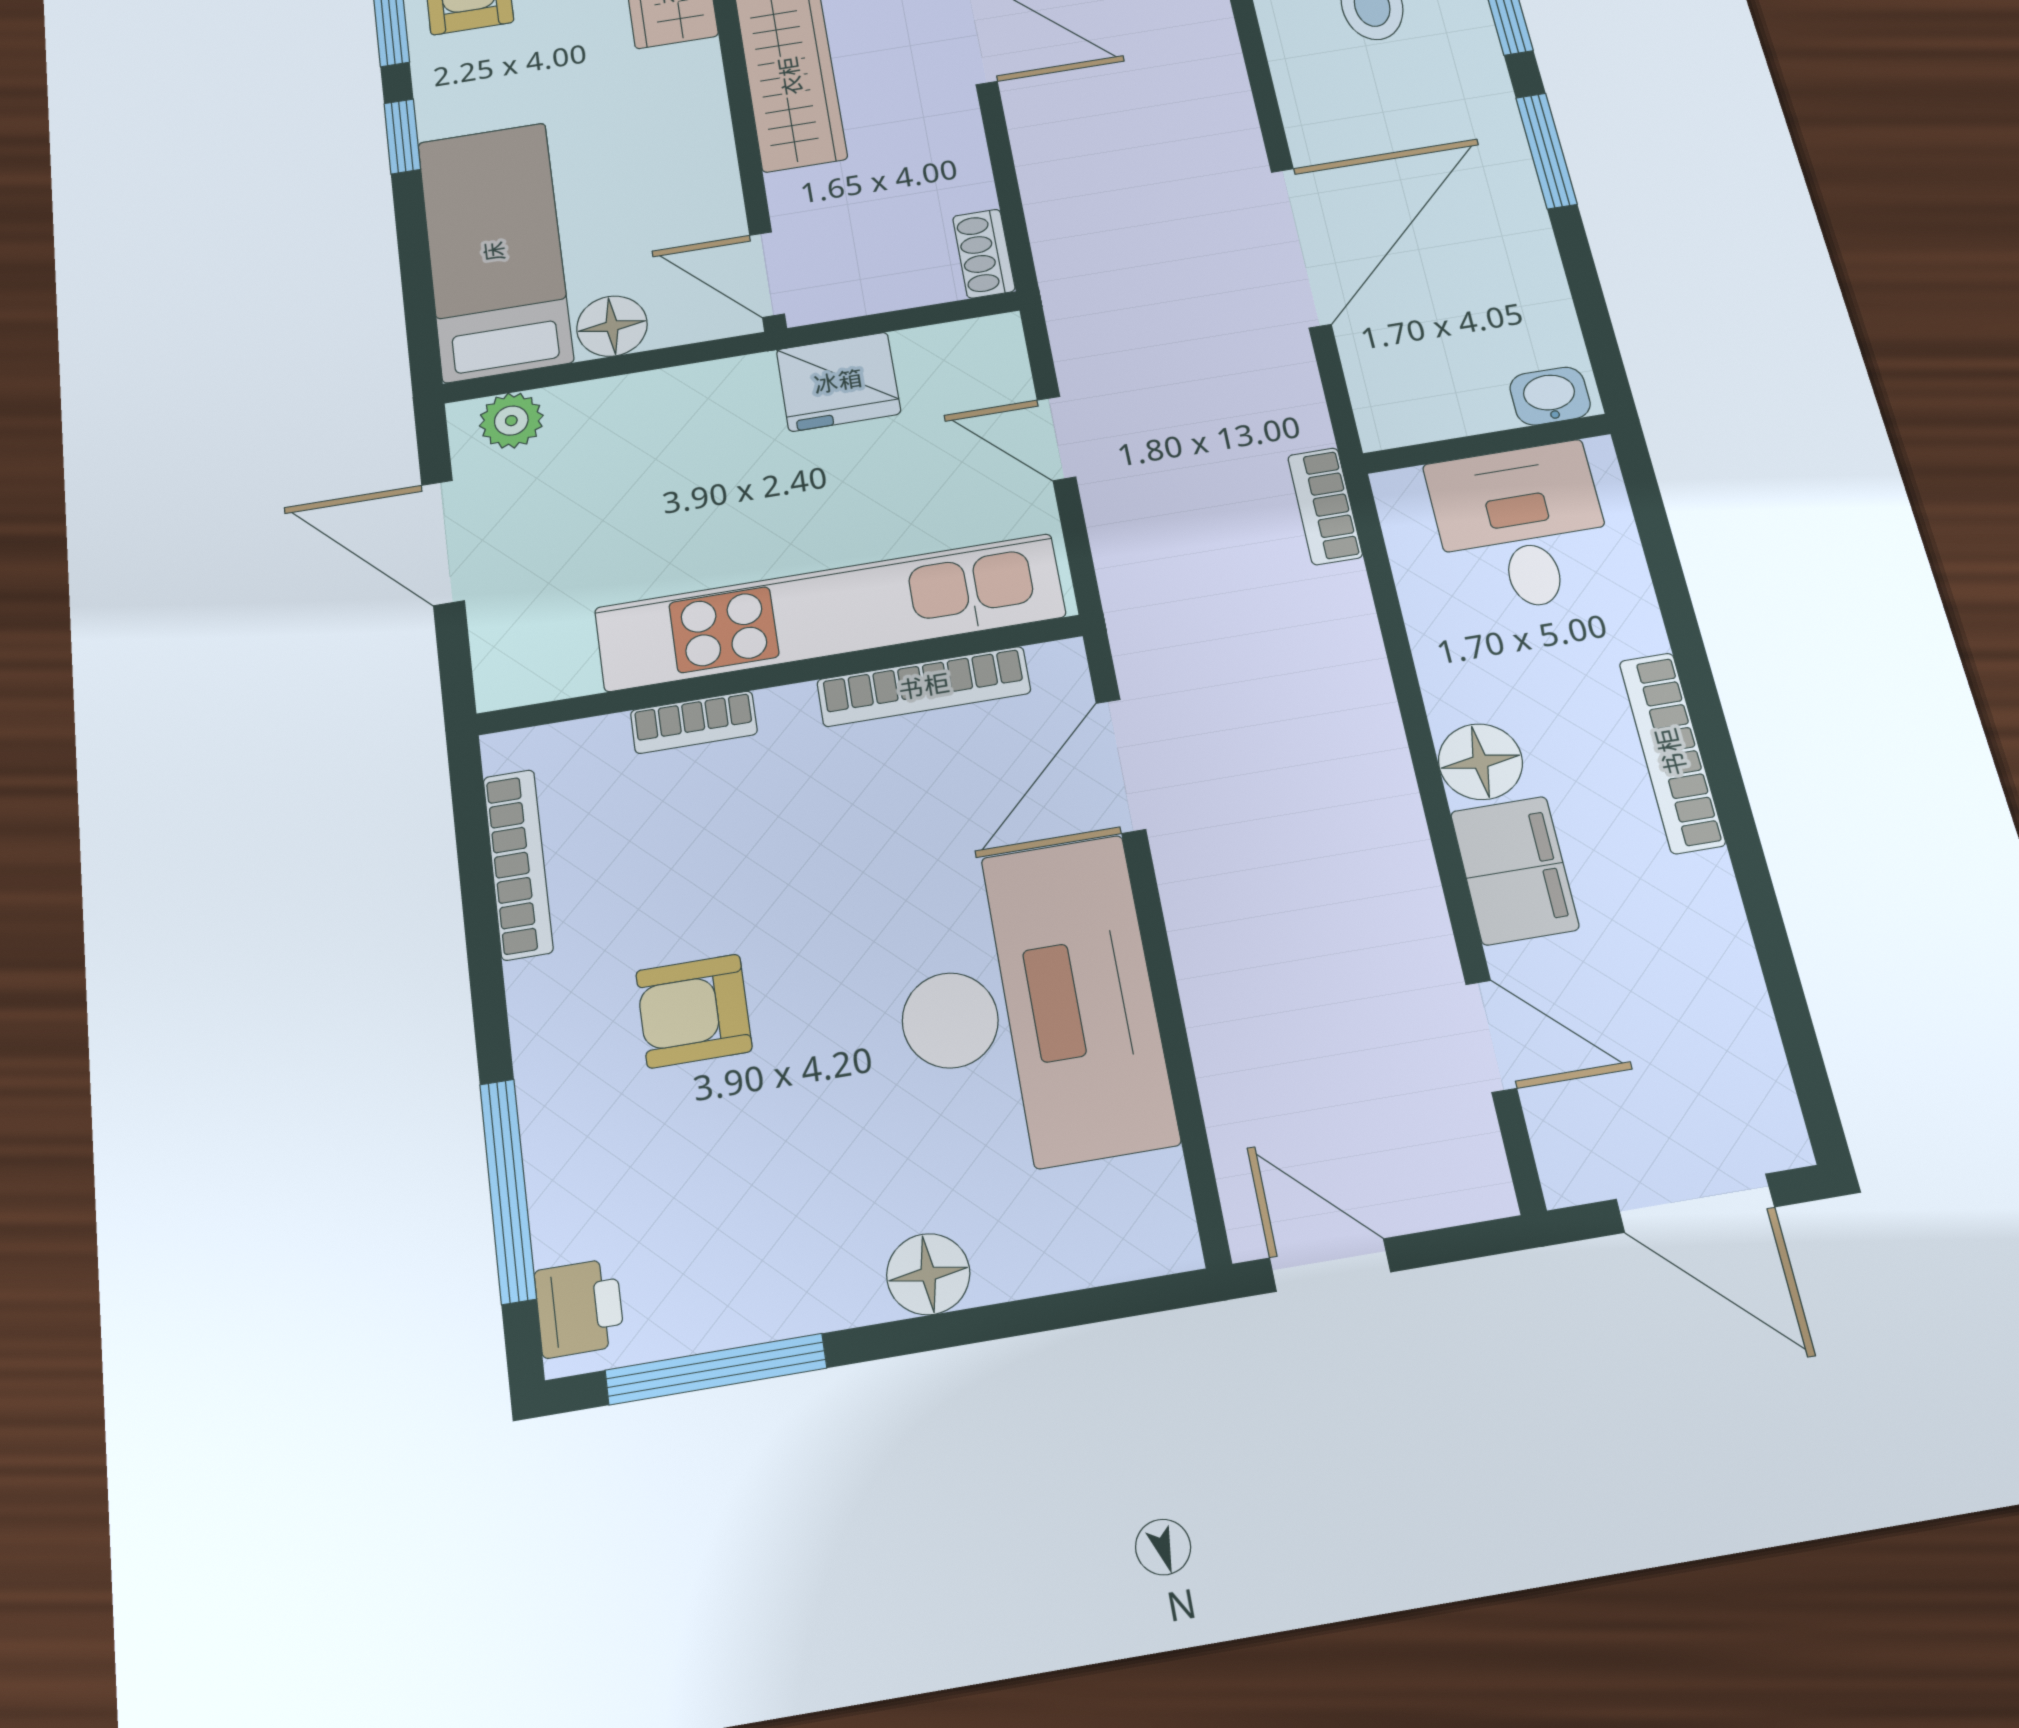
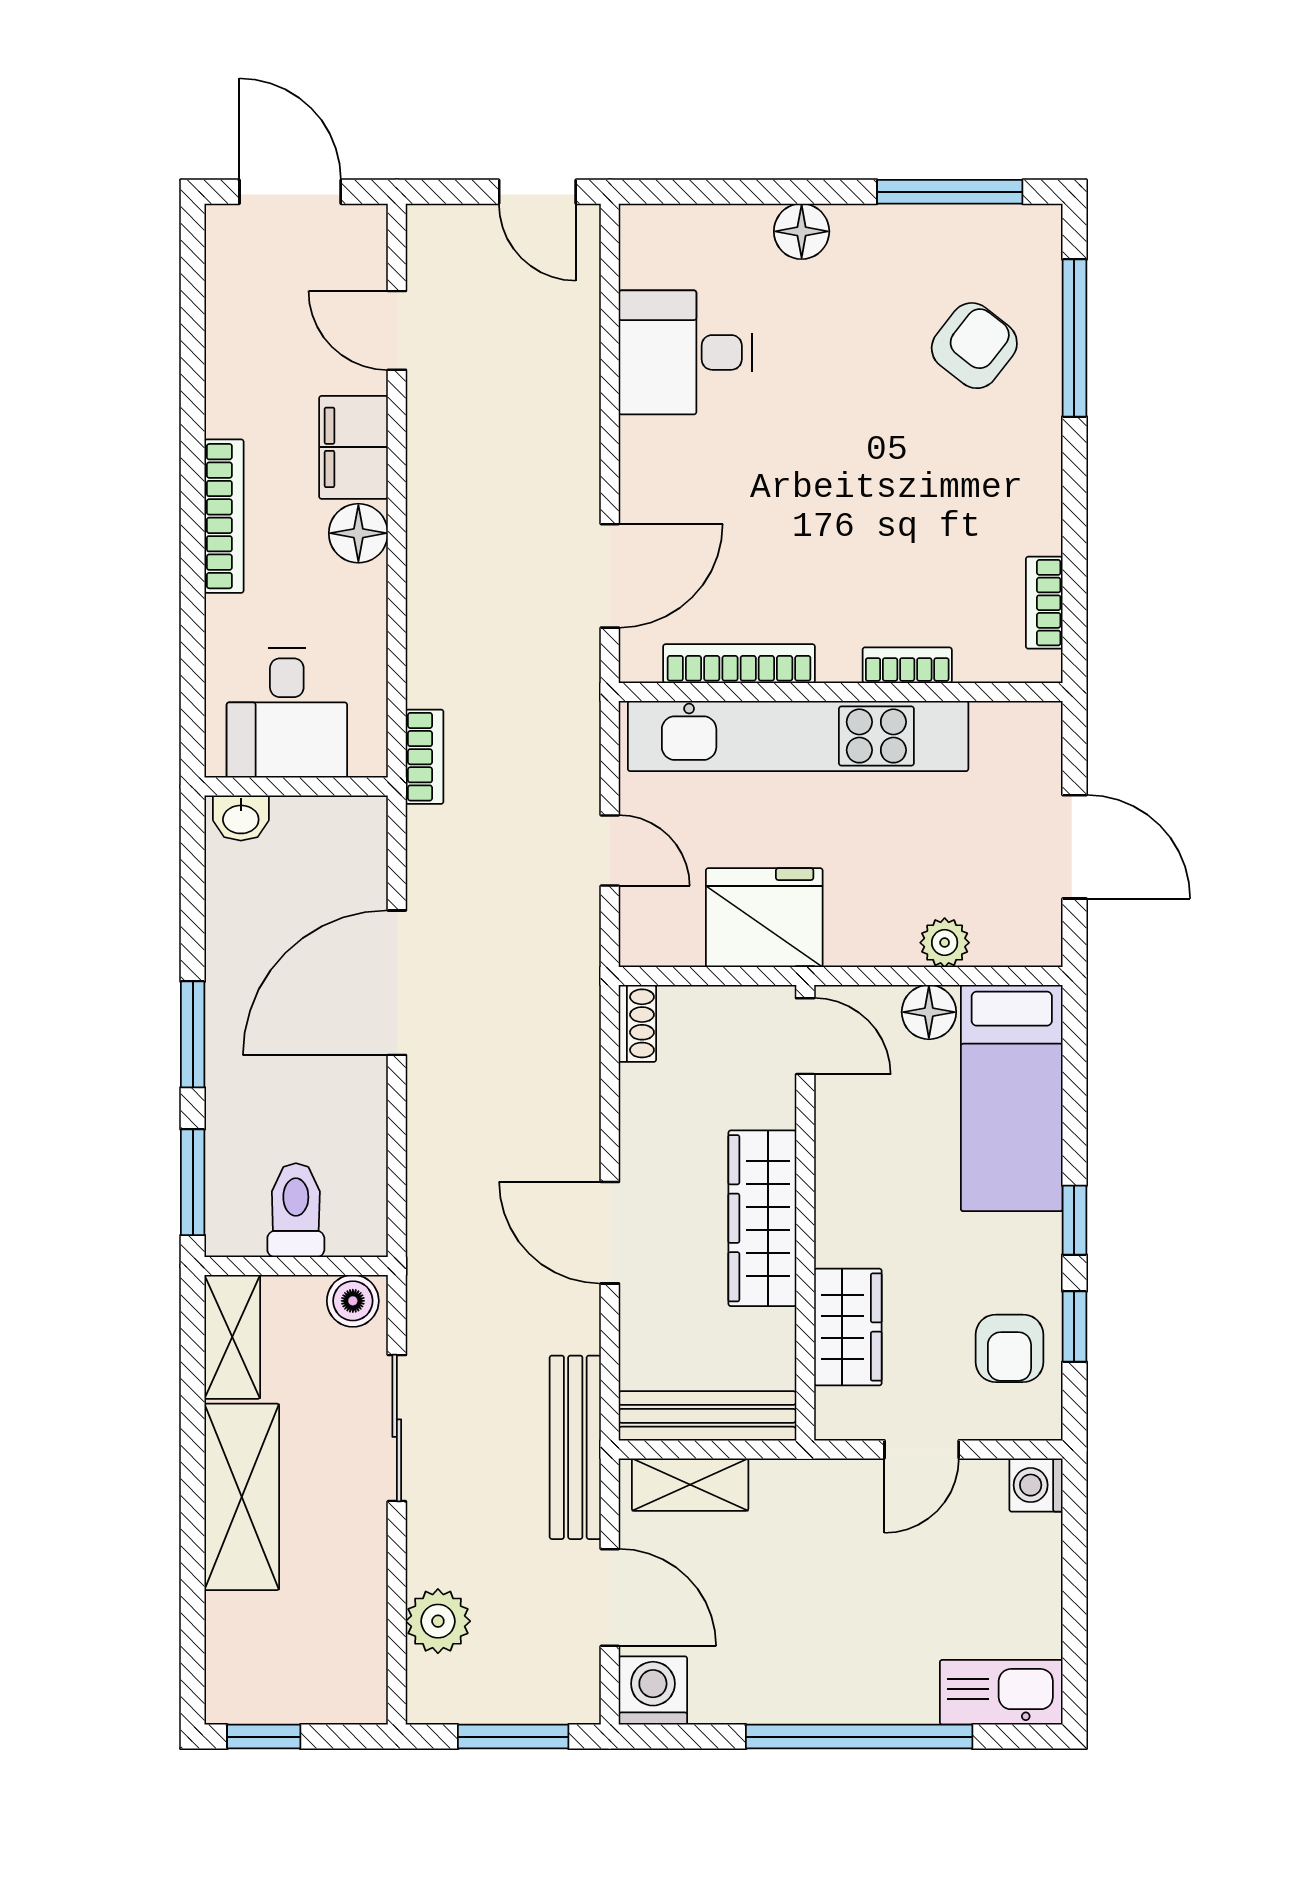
fridge: (838, 382) -> (764, 918), width x1.36, depth x1.34
plant: (511, 421) -> (945, 943), moved
bookcase: (518, 864) -> (1044, 603), width x0.64
desk: (1027, 1007) -> (686, 352), width x0.53, depth x0.77
armchair: (694, 1011) -> (974, 346), moved, turned -52
printer: (579, 1308) -> (1035, 248), removed

